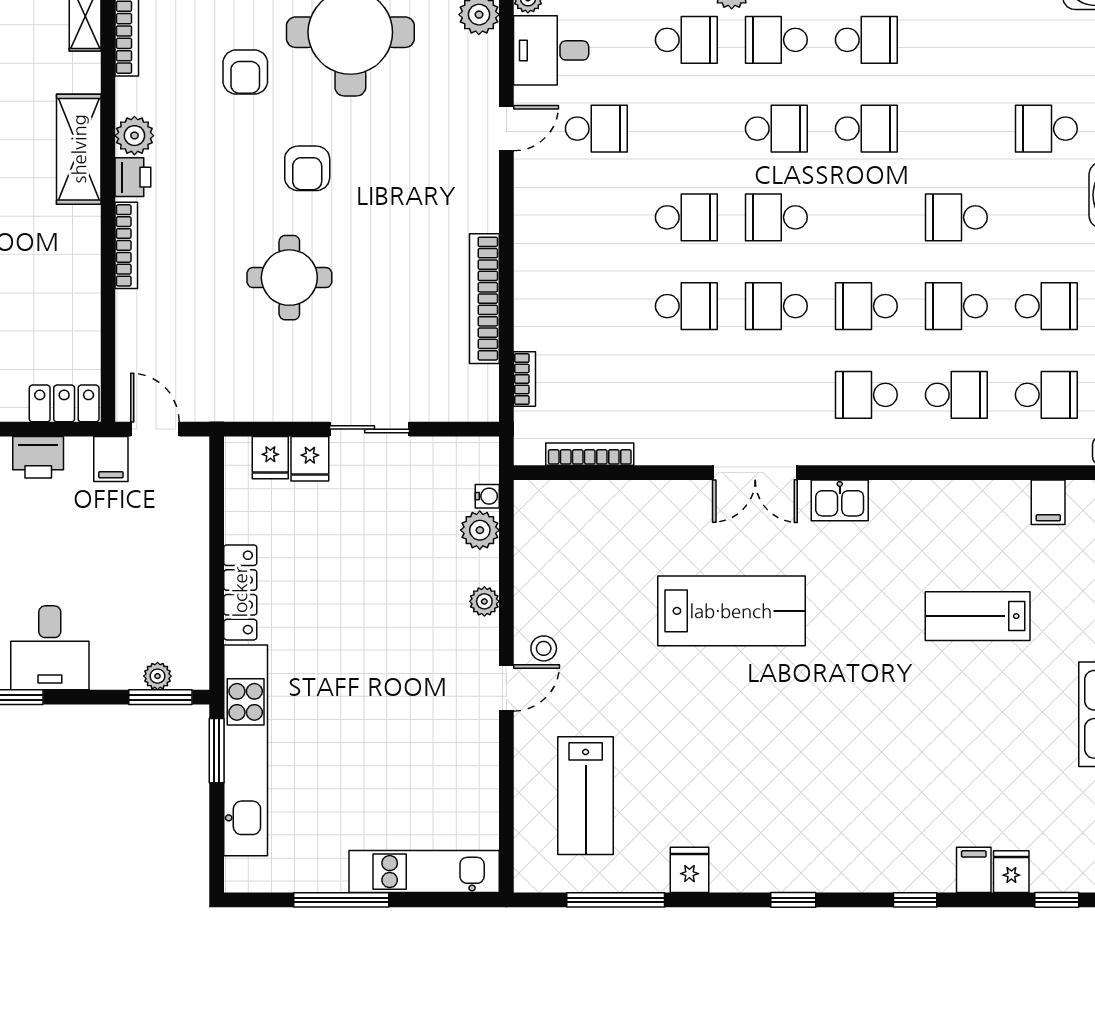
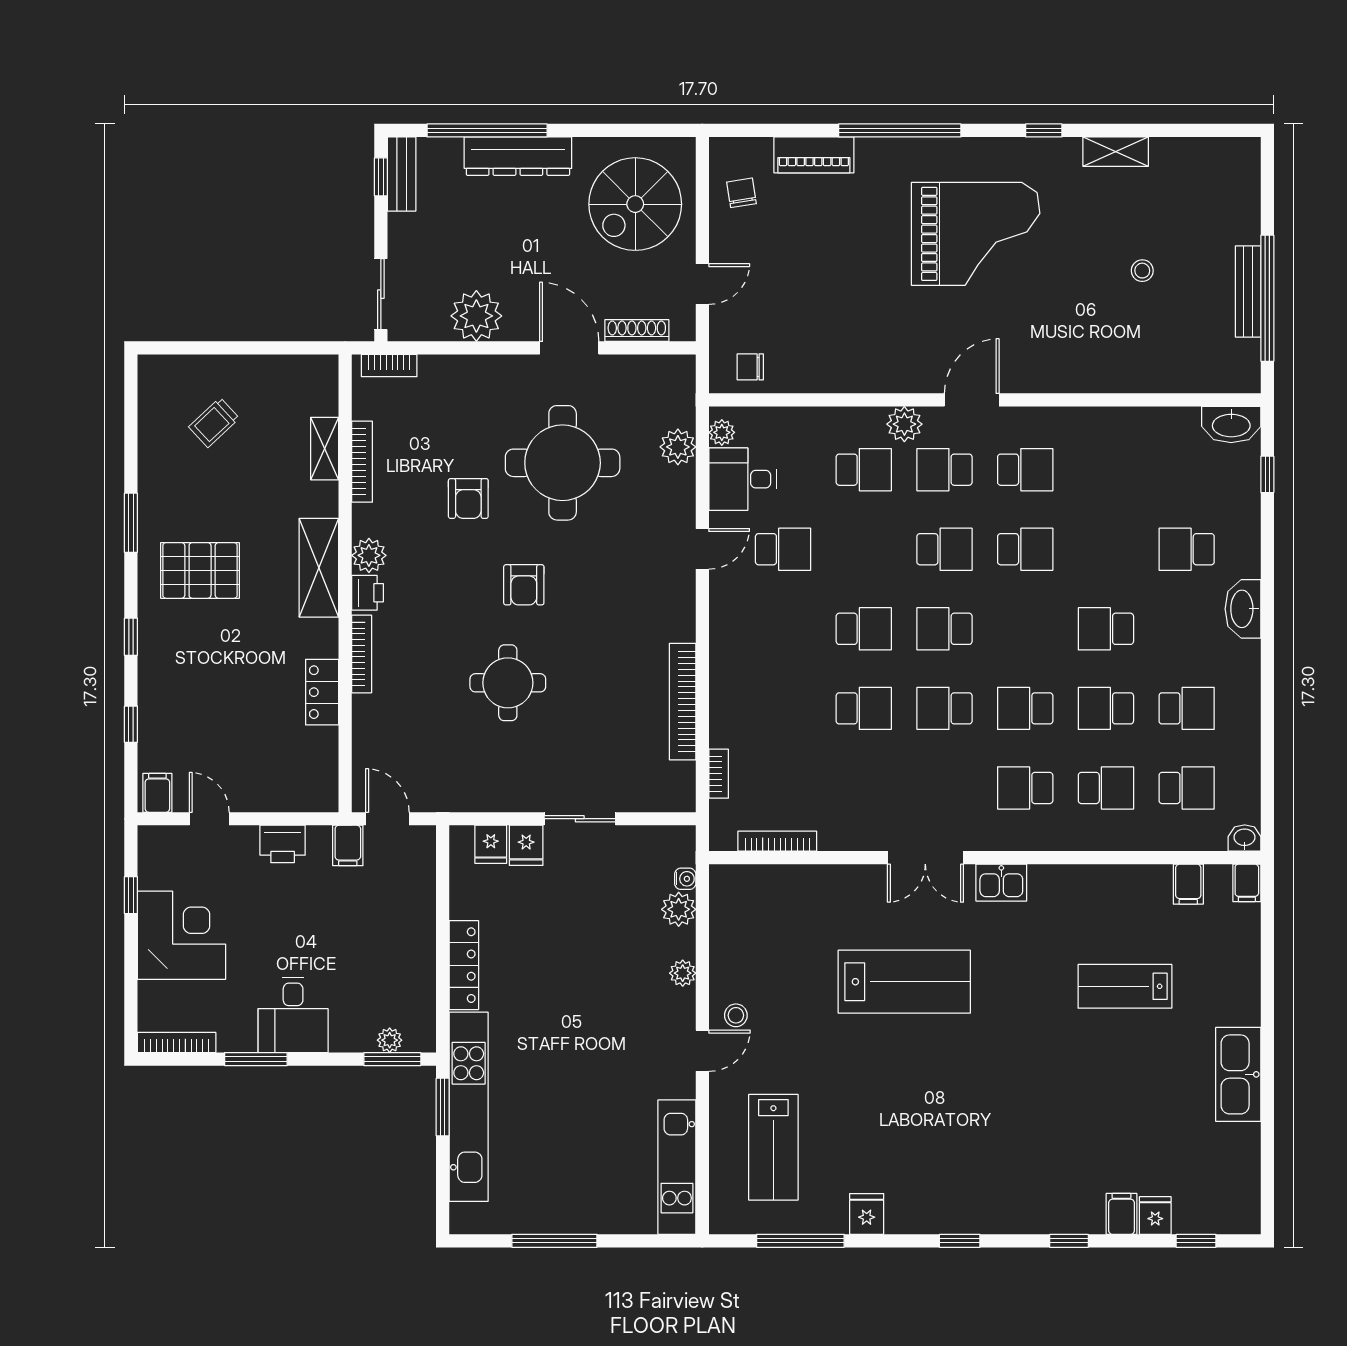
locker: (64, 403) -> (322, 692), moved, turned -90
kitchen unit: (424, 872) -> (677, 1167), moved, turned -90

